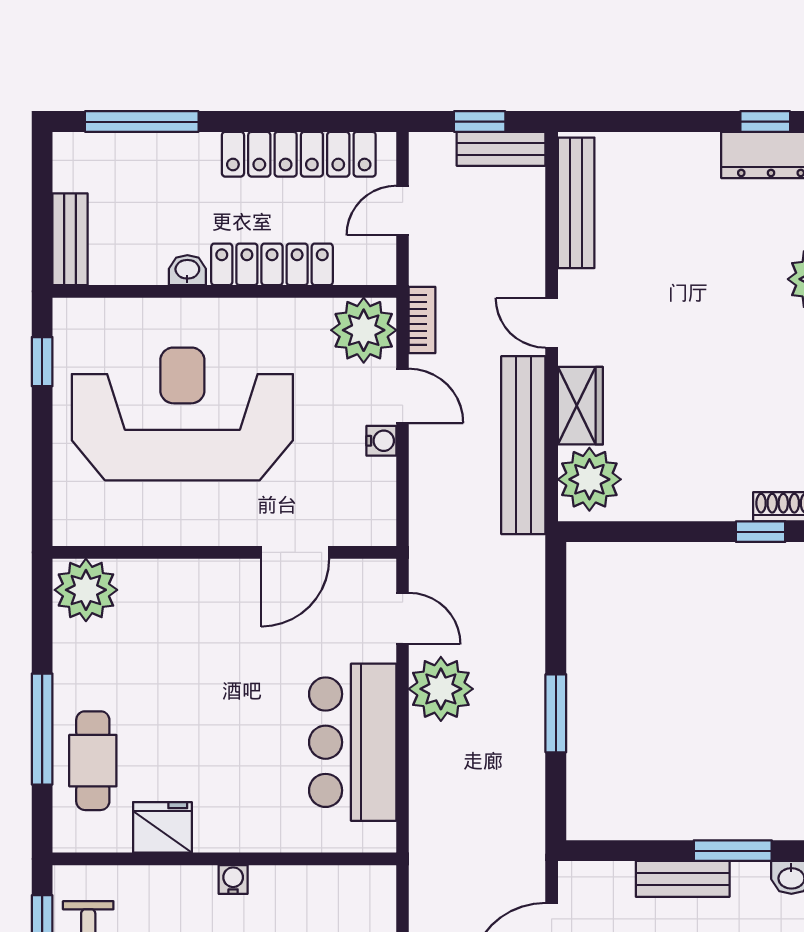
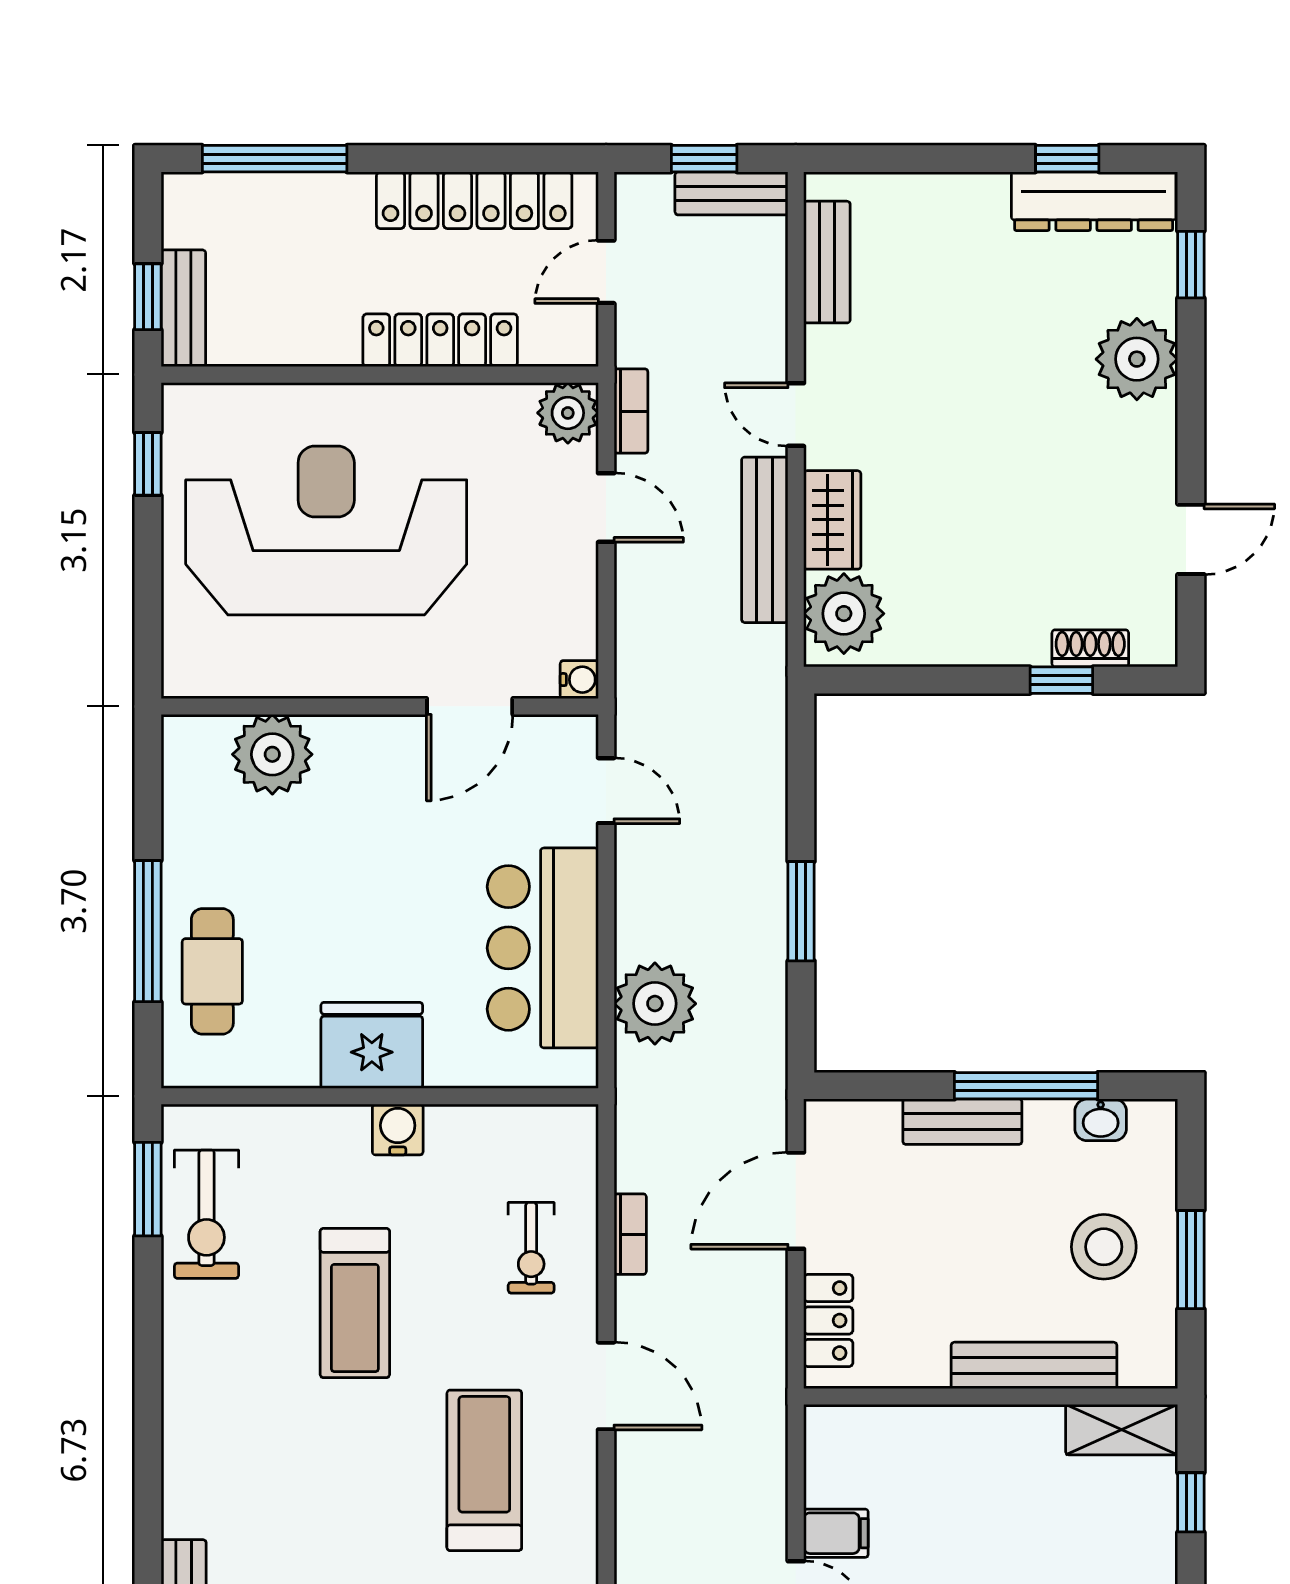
bench: (576, 203) -> (827, 262), width x0.73
window: (42, 230) -> (148, 297), added
washbasin: (187, 270) -> (333, 348), removed
plant: (364, 330) -> (568, 413), width x0.73, depth x0.73
water cooler: (381, 441) -> (579, 680), moved
bench: (523, 445) -> (765, 540), width x0.73, depth x0.82
plant: (86, 590) -> (272, 754), moved
plant: (441, 689) -> (655, 1004), moved
fridge: (162, 827) -> (372, 1045), moved, width x1.36, depth x1.34
window: (733, 851) -> (1026, 1086), width x1.44
water cooler: (233, 880) -> (398, 1130), width x1.38, depth x1.38

